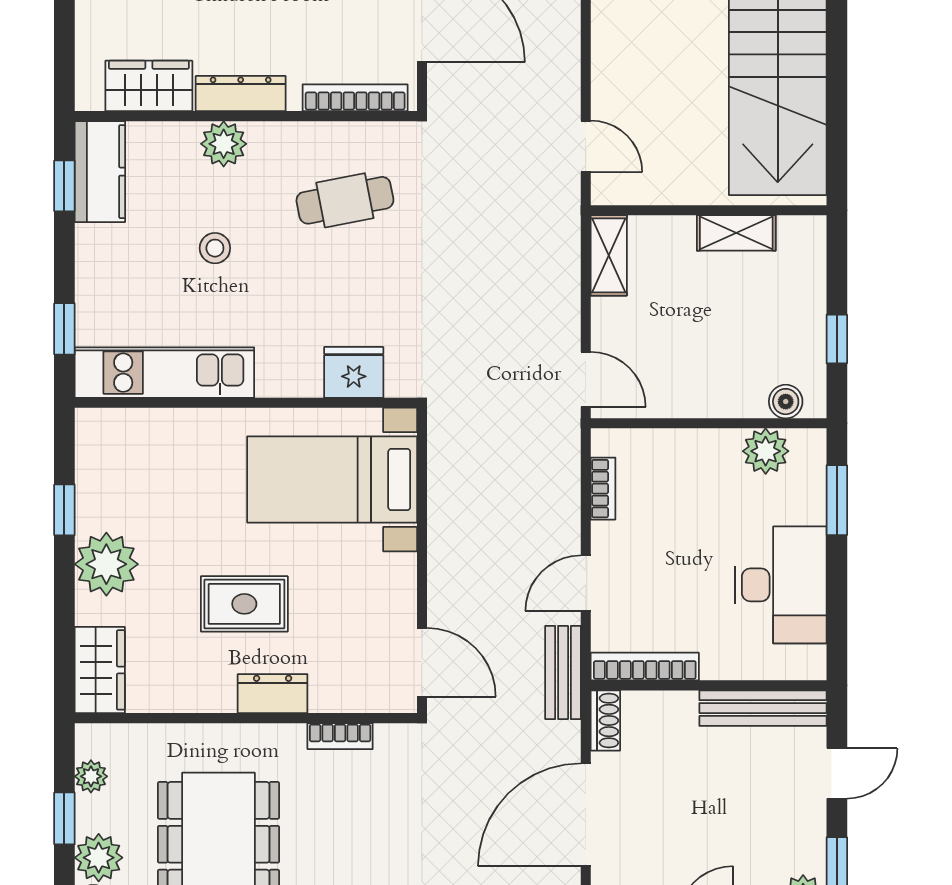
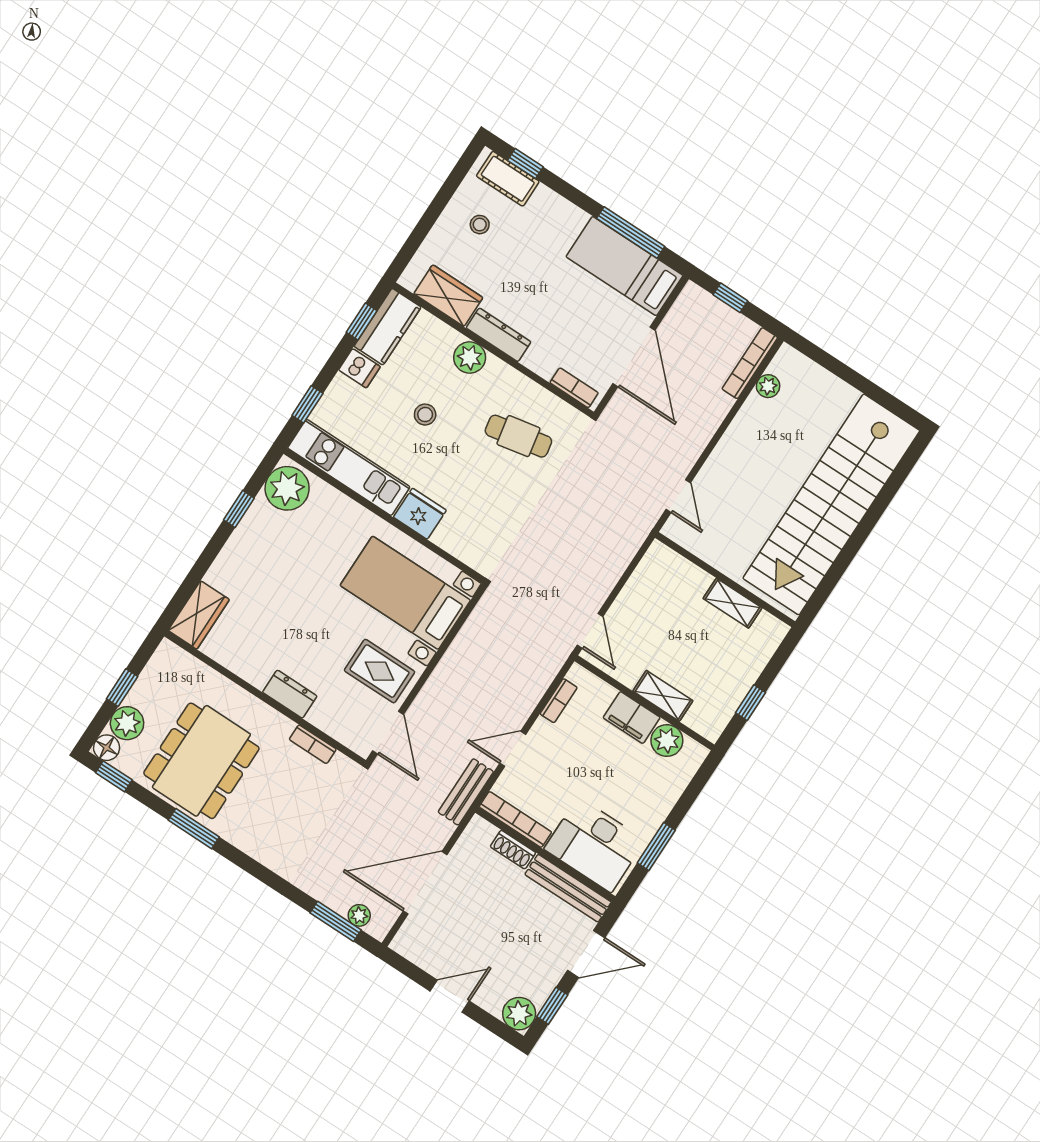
bookcase: (355, 98) -> (574, 388), width x0.64
dishwasher: (99, 244) -> (359, 368), added
shelving: (609, 255) -> (663, 696), moved, turned 90
fridge: (354, 372) -> (420, 514), moved
boiler: (786, 402) -> (697, 719), removed
filing cabinet: (705, 451) -> (632, 718), added
window: (837, 500) -> (656, 847), moved
plant: (106, 564) -> (287, 488), moved
desk: (781, 585) -> (595, 845), moved, turned 90
rug: (244, 604) -> (380, 671), moved
shoe rack: (605, 721) -> (513, 850), moved, turned 90
door: (837, 773) -> (586, 954), width x1.38
plant: (91, 776) -> (153, 673), removed

